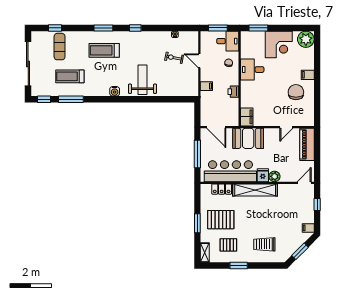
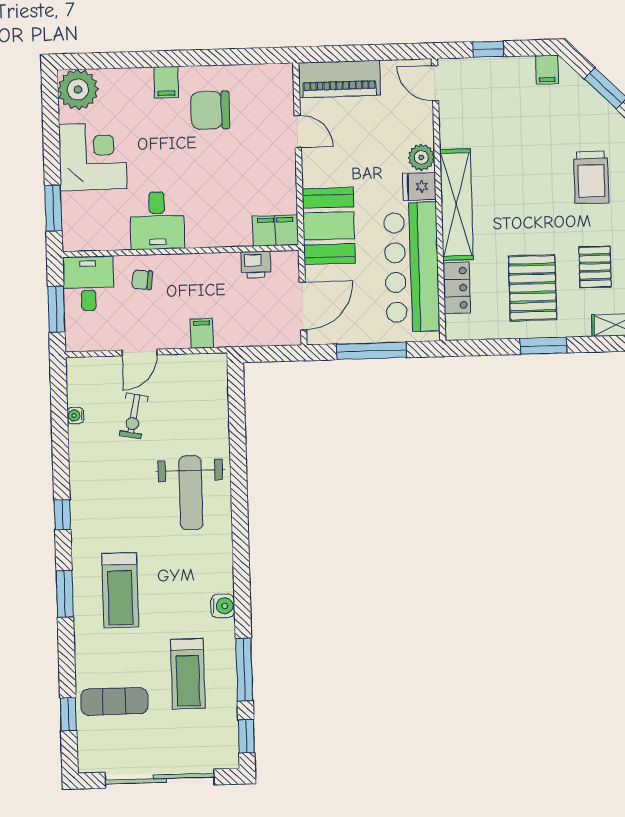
weight bench: (142, 80) -> (191, 493), turned -90
water cooler: (115, 91) -> (223, 606), moved
printer: (233, 92) -> (256, 264), moved

